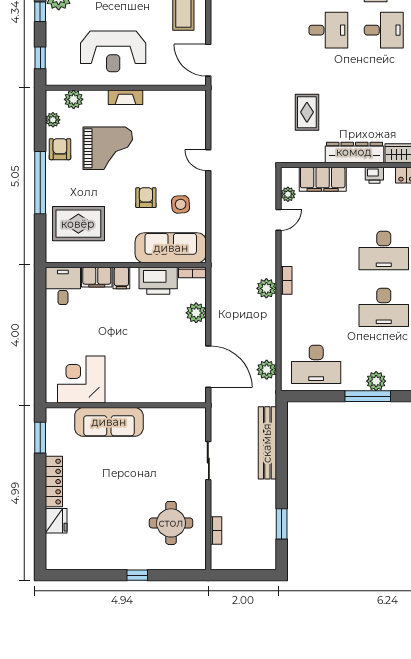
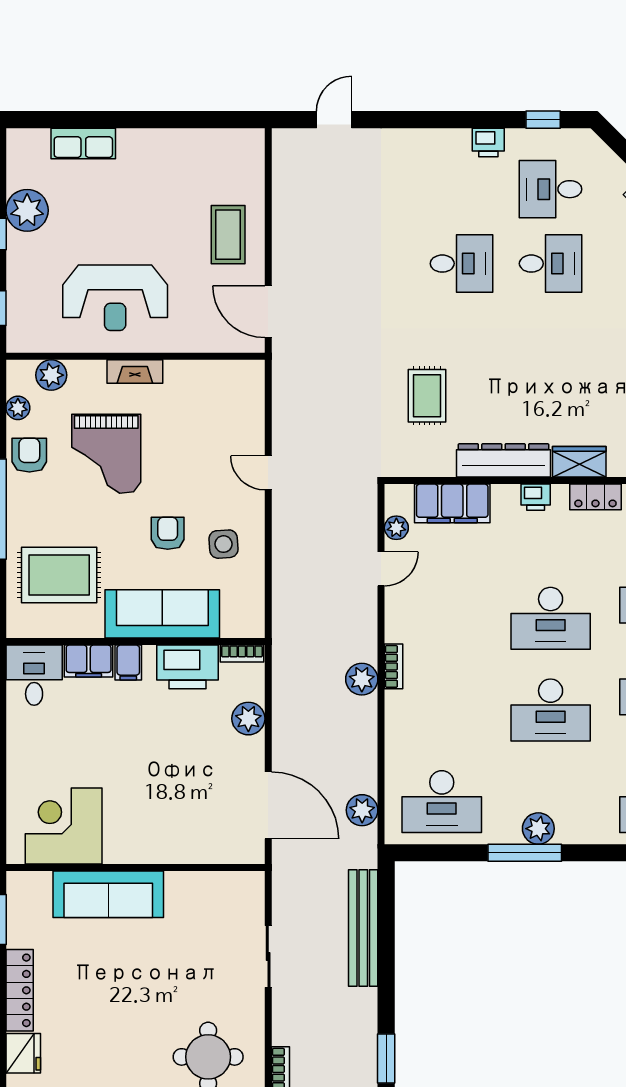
grand piano: (108, 148) -> (106, 454), turned 90
sofa: (171, 248) -> (162, 614), moved

